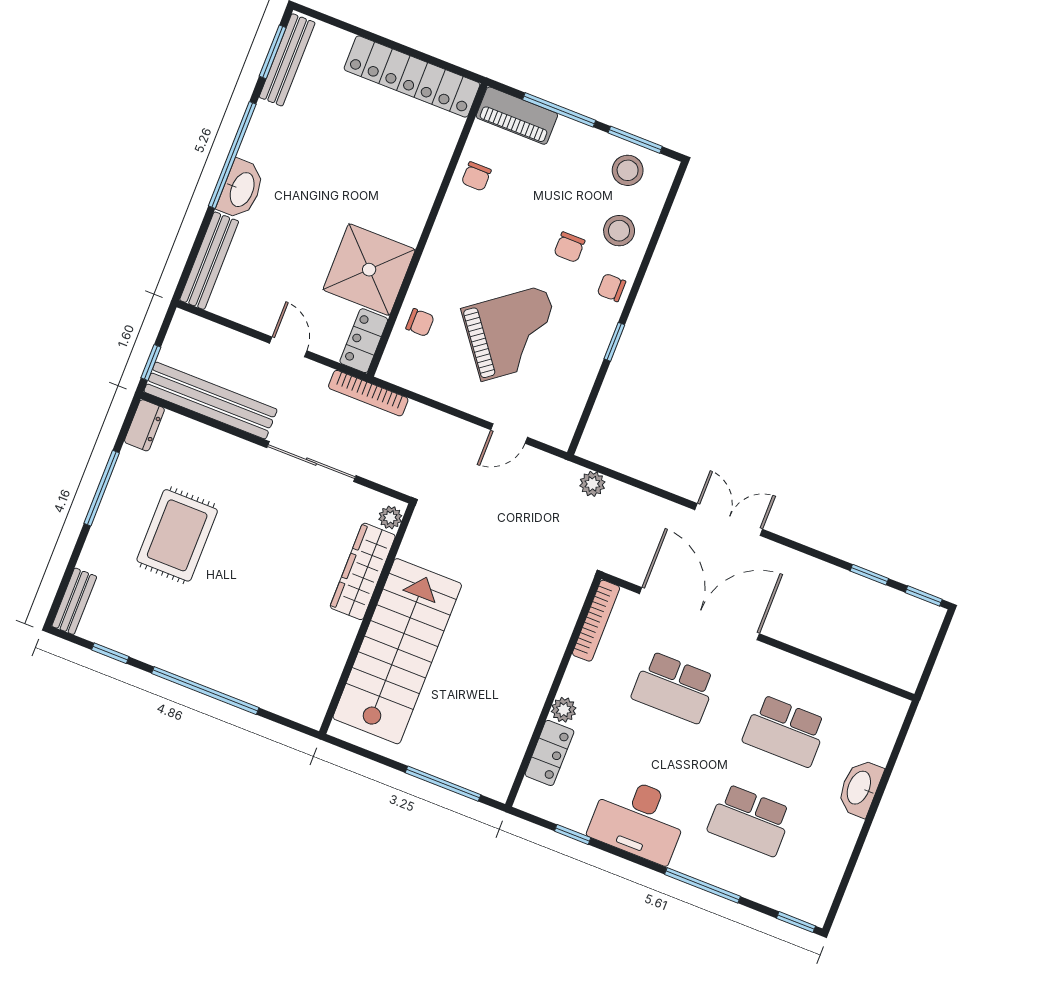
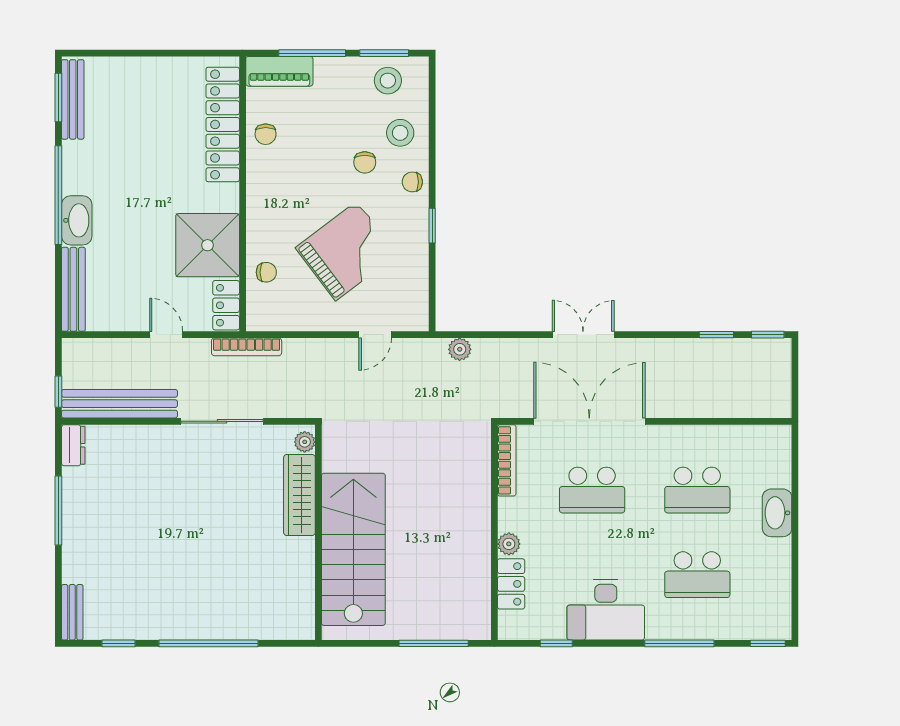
locker: (412, 76) -> (223, 124), moved, turned 90
rug: (177, 535) -> (135, 525), removed

